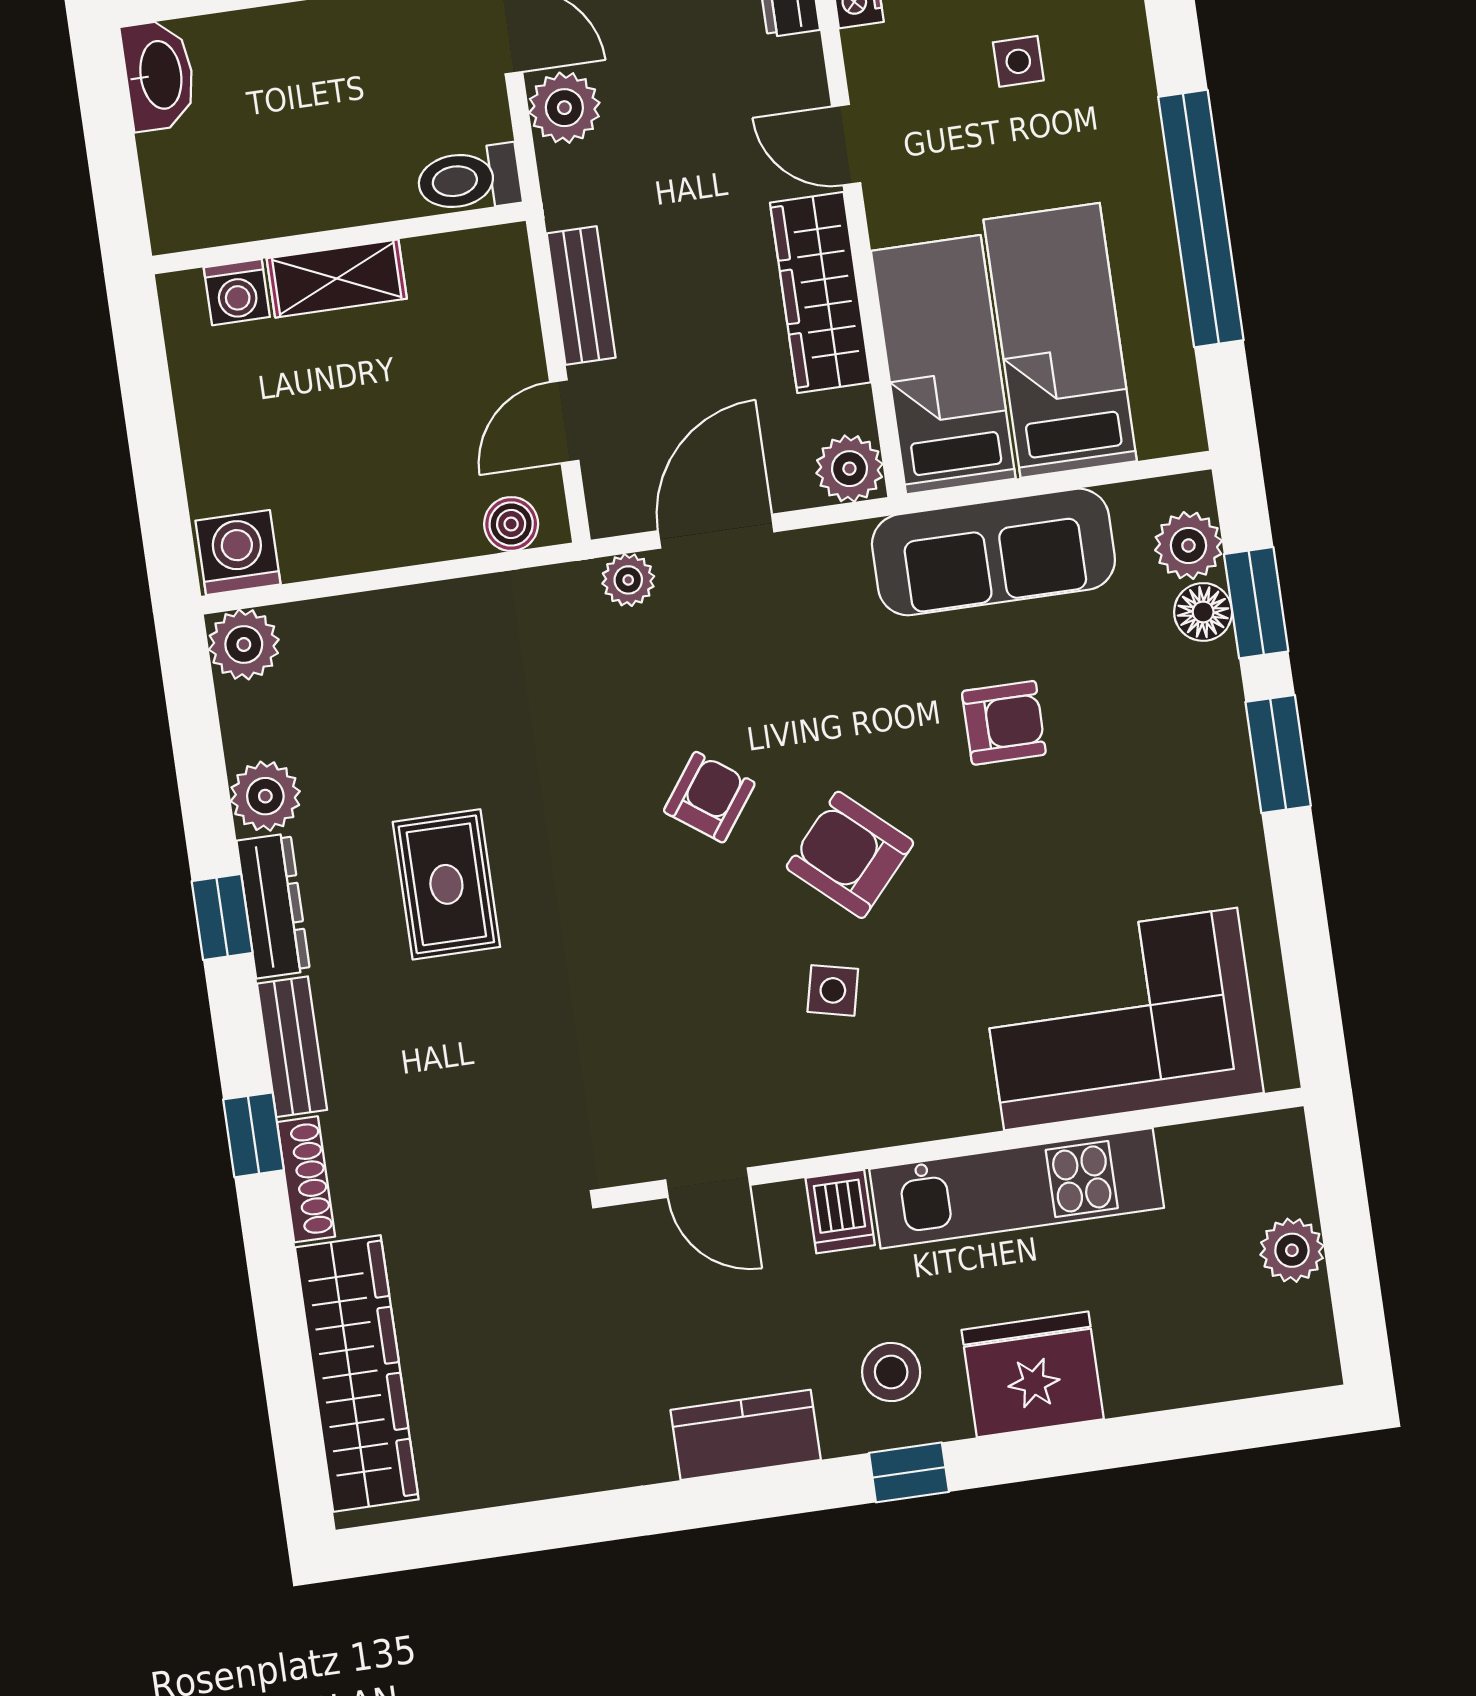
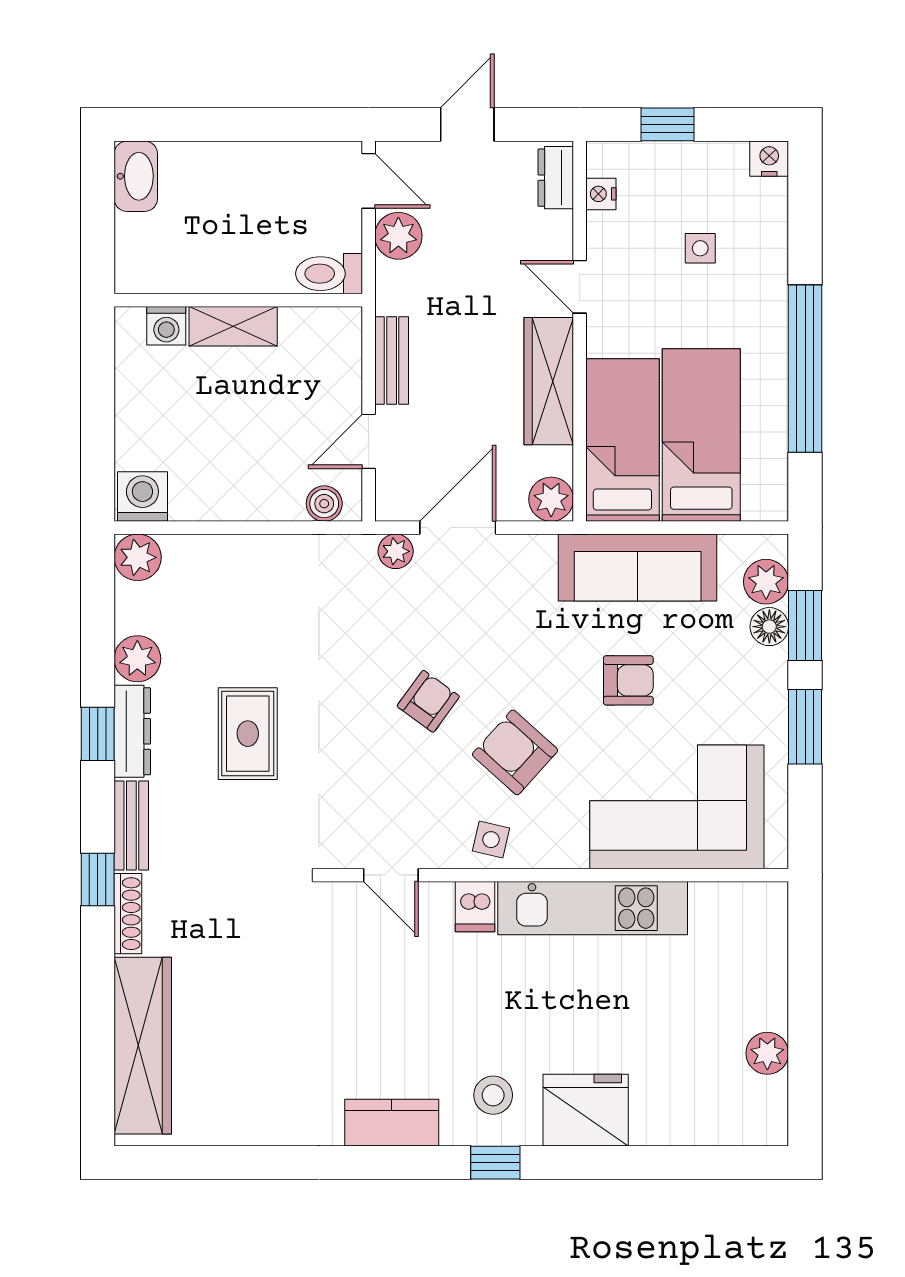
corner sofa: (1121, 1019) -> (677, 807), moved
wall: (956, 1147) -> (557, 875), moved
door: (708, 1183) -> (391, 875), moved
kitchen unit: (1017, 1188) -> (593, 908), moved
dishwasher: (840, 1212) -> (475, 907), moved

